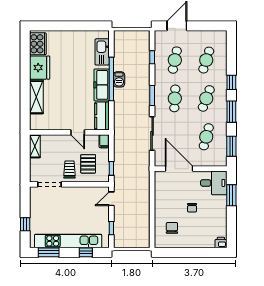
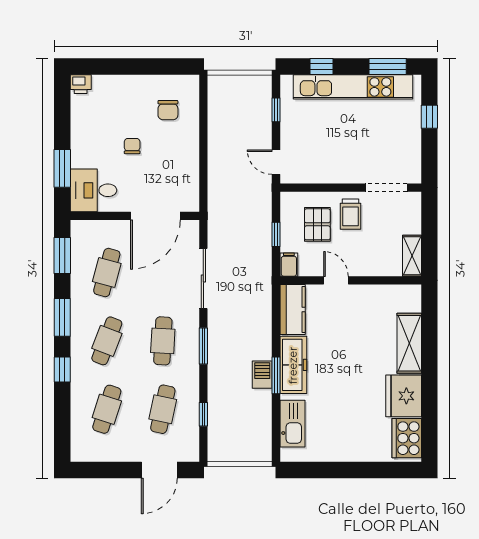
window: (111, 79) -> (276, 375), width x0.47
window: (111, 168) -> (276, 234), moved
door: (179, 169) -> (155, 216), hinge flipped
door: (111, 199) -> (276, 162), swing flipped

